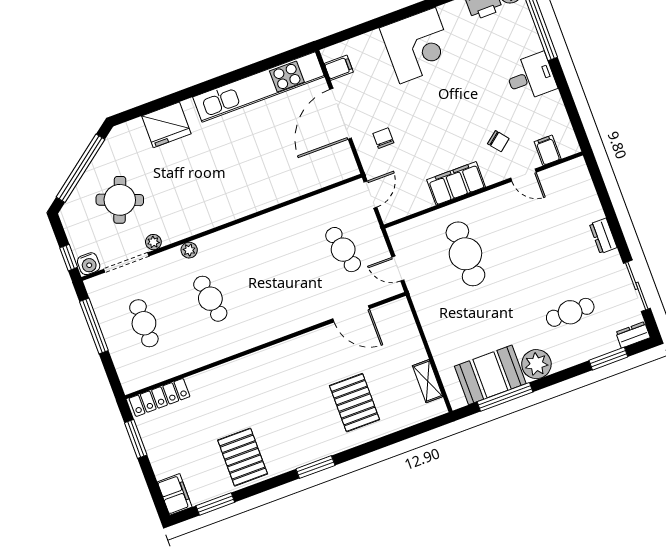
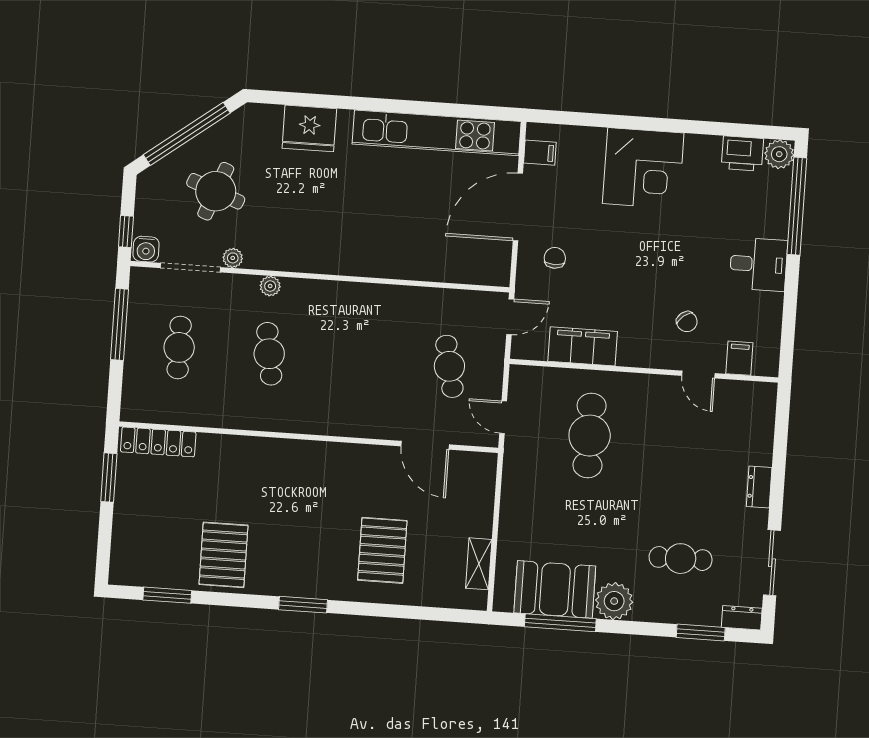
filing cabinet: (456, 183) -> (583, 346), moved
filing cabinet: (175, 494) -> (125, 563), removed

